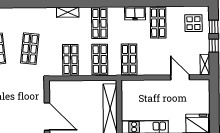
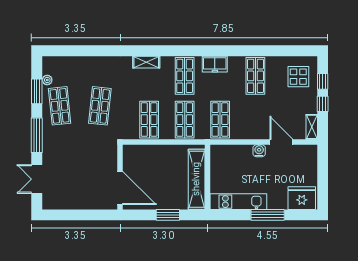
freezer: (135, 13) -> (215, 64), moved
water cooler: (162, 85) -> (259, 151), added

